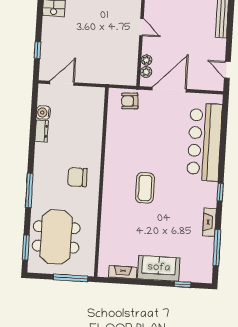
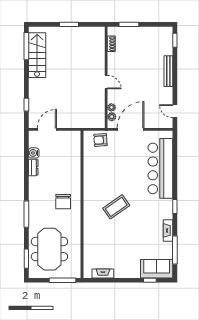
chair: (77, 177) -> (63, 202), turned -90
coffee table: (145, 188) -> (116, 207), turned 55
sofa: (159, 268) -> (157, 269), moved

